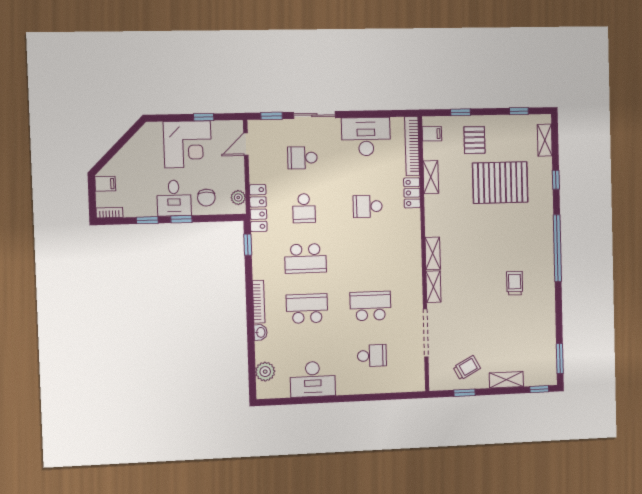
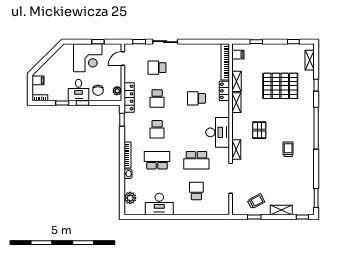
desk: (366, 137) -> (218, 132), moved, turned 90
pallet: (474, 140) -> (259, 130), moved
shelving: (433, 253) -> (236, 103), moved
school desk: (305, 258) -> (157, 129), width x0.54
school desk: (370, 306) -> (196, 160), turned 180
school desk: (372, 356) -> (196, 191), turned -90

